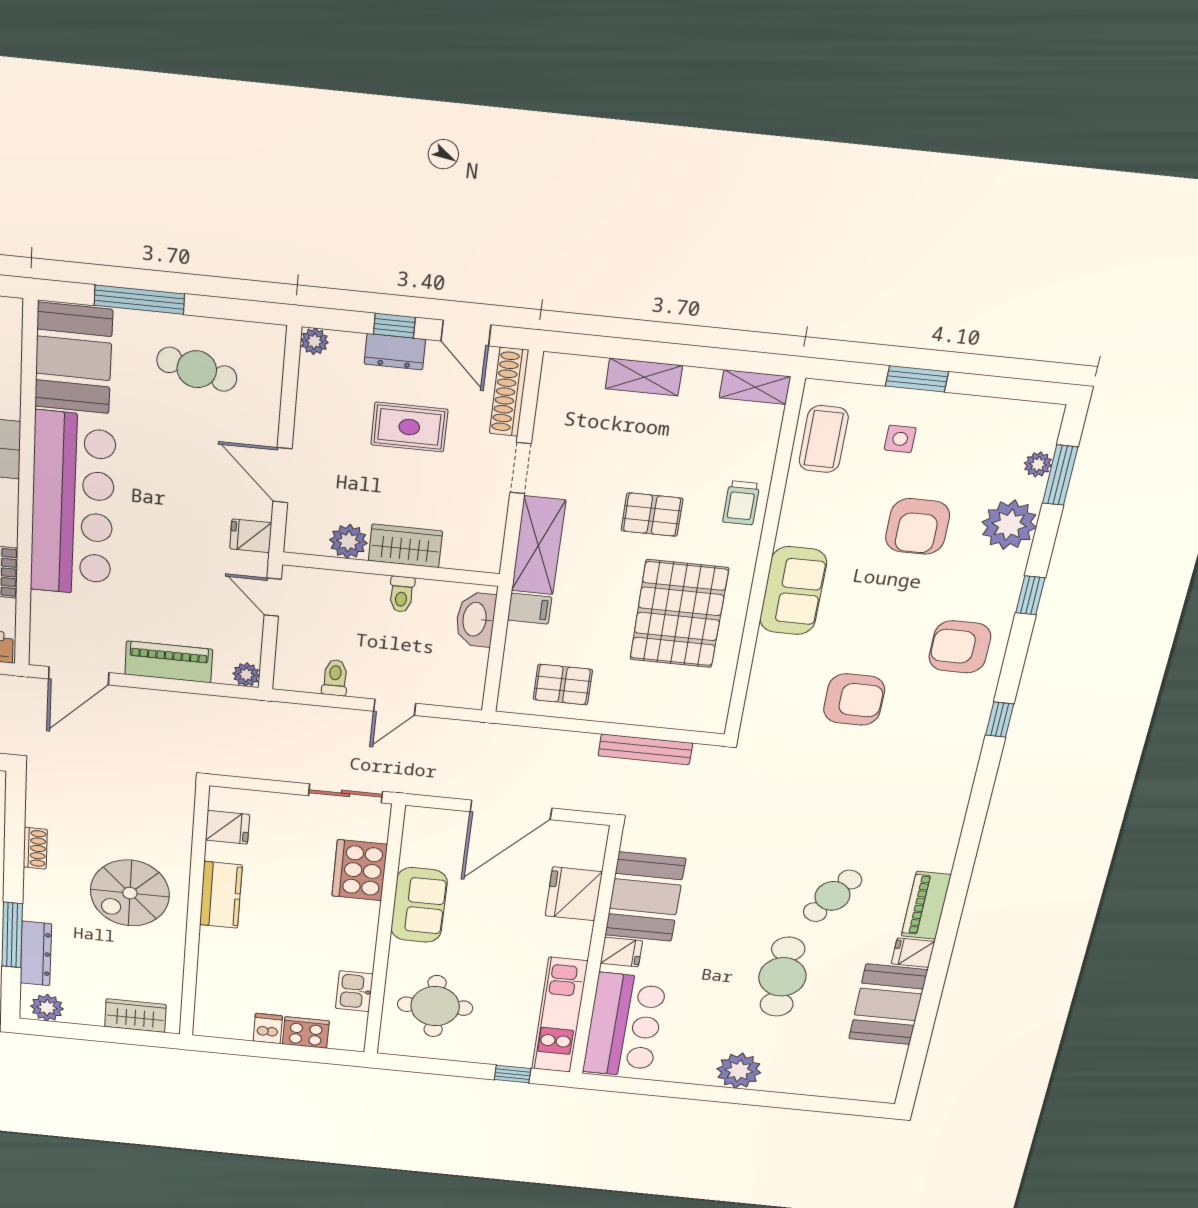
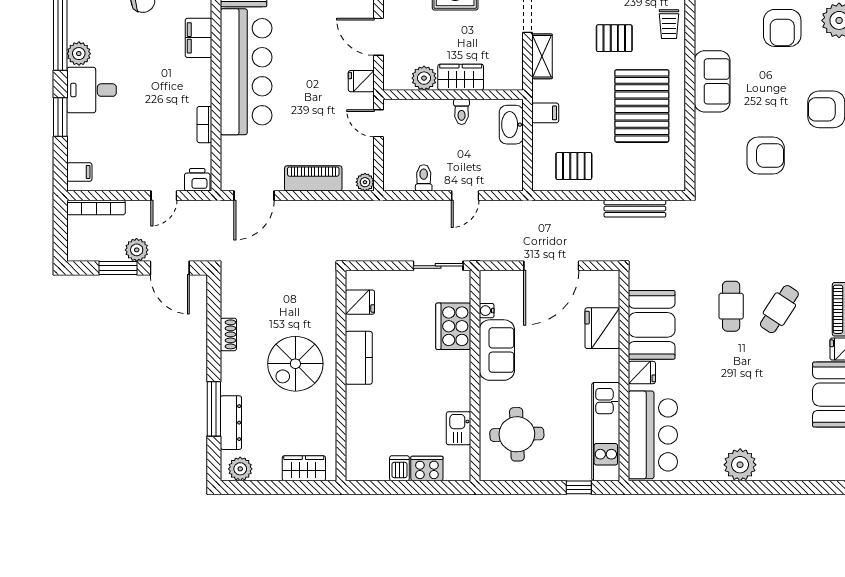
shelving: (538, 546) -> (542, 56), width x0.67, depth x0.75
water cooler: (410, 856) -> (487, 311), added
cafe table: (782, 977) -> (731, 306), moved, width x0.73, depth x0.74

